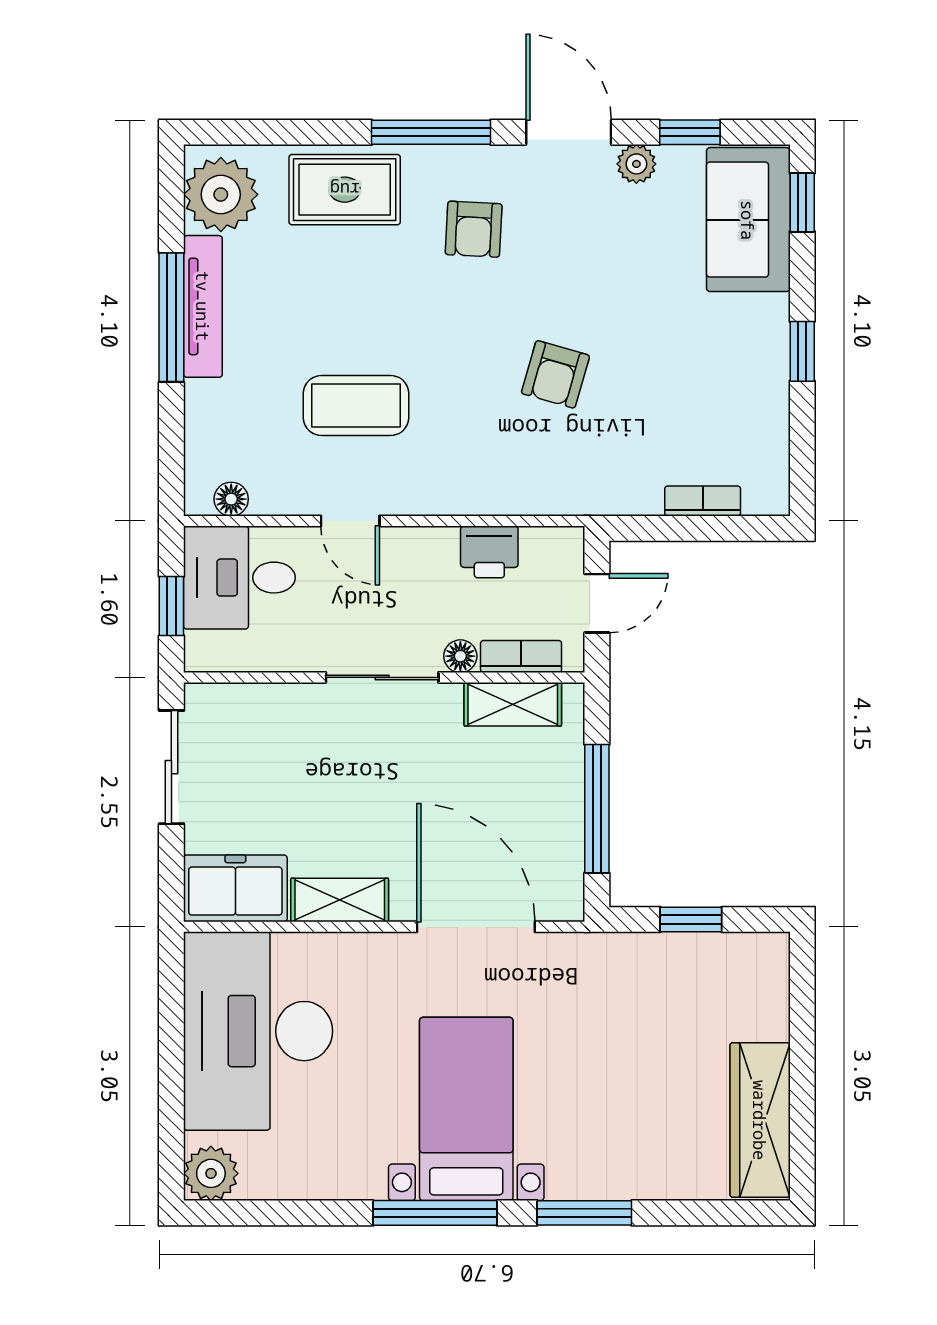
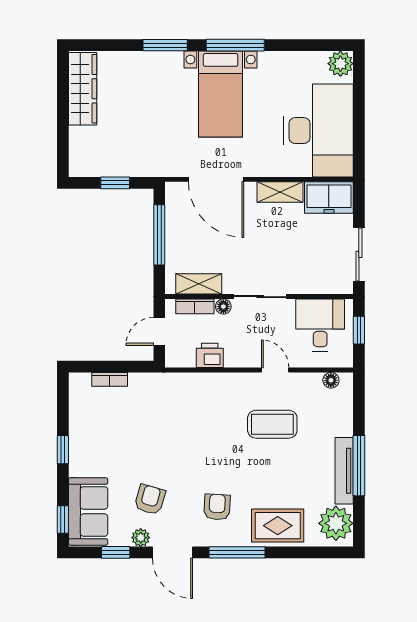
armchair: (555, 374) -> (150, 500), moved
desk: (239, 578) -> (320, 325), moved, turned -90

